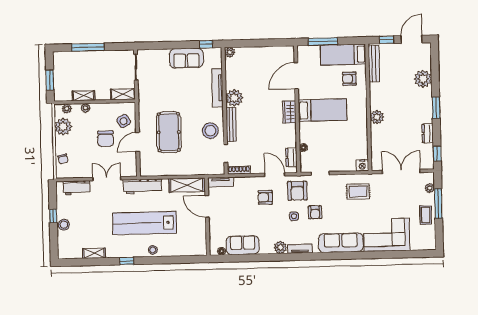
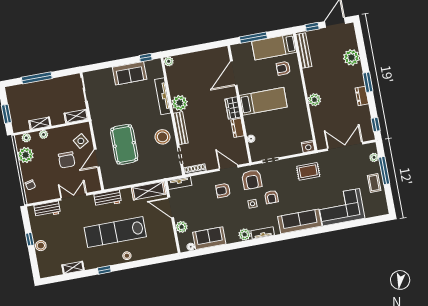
dresser: (428, 133) -> (362, 96), moved
dresser: (291, 157) -> (237, 128), moved
workbench: (142, 186) -> (108, 198), width x0.73
plant: (215, 229) -> (182, 227), added

